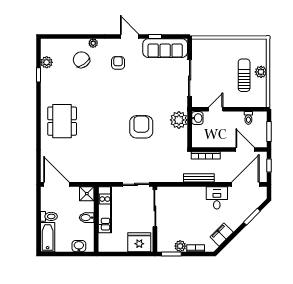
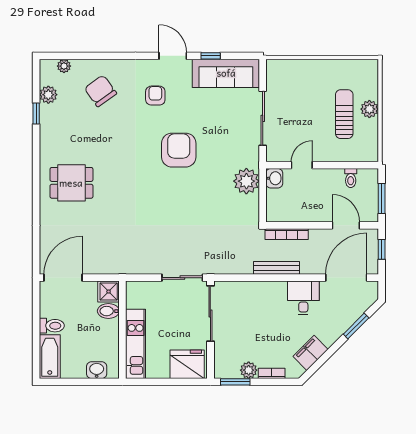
plant: (93, 43) -> (64, 66), moved
dining table: (62, 121) -> (71, 183), width x0.73
armchair: (141, 127) -> (179, 150), moved
door: (56, 184) -> (63, 278), hinge flipped
kitchen unit: (105, 210) -> (136, 344), moved
bidet: (87, 218) -> (108, 311), moved

